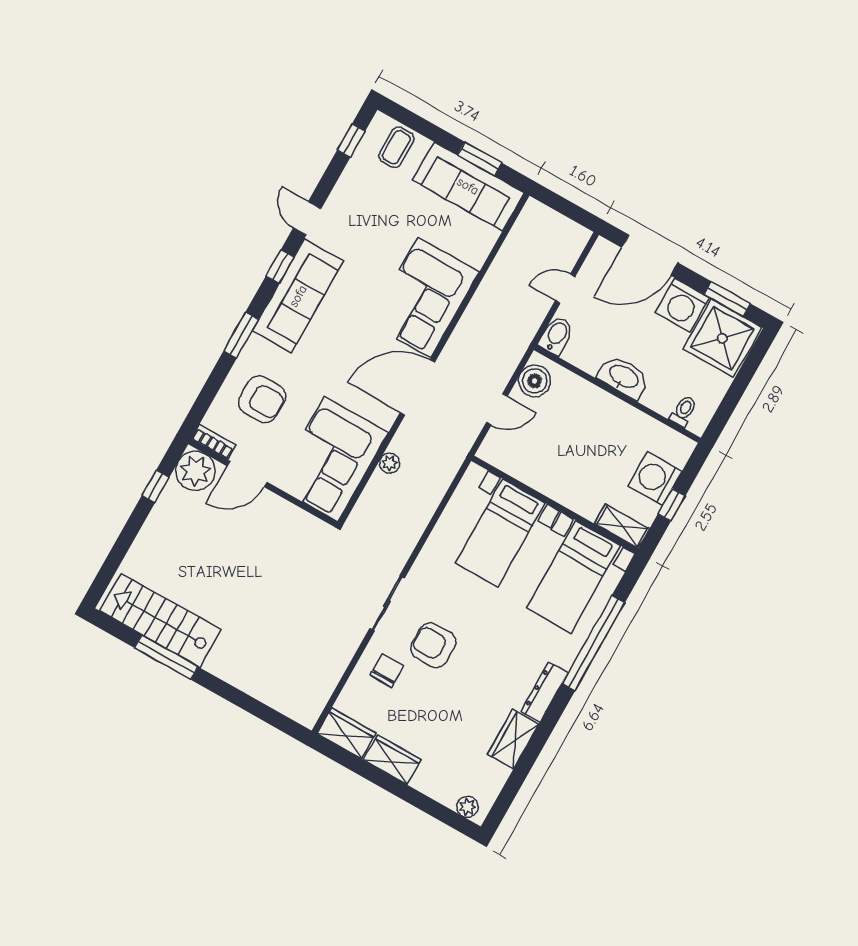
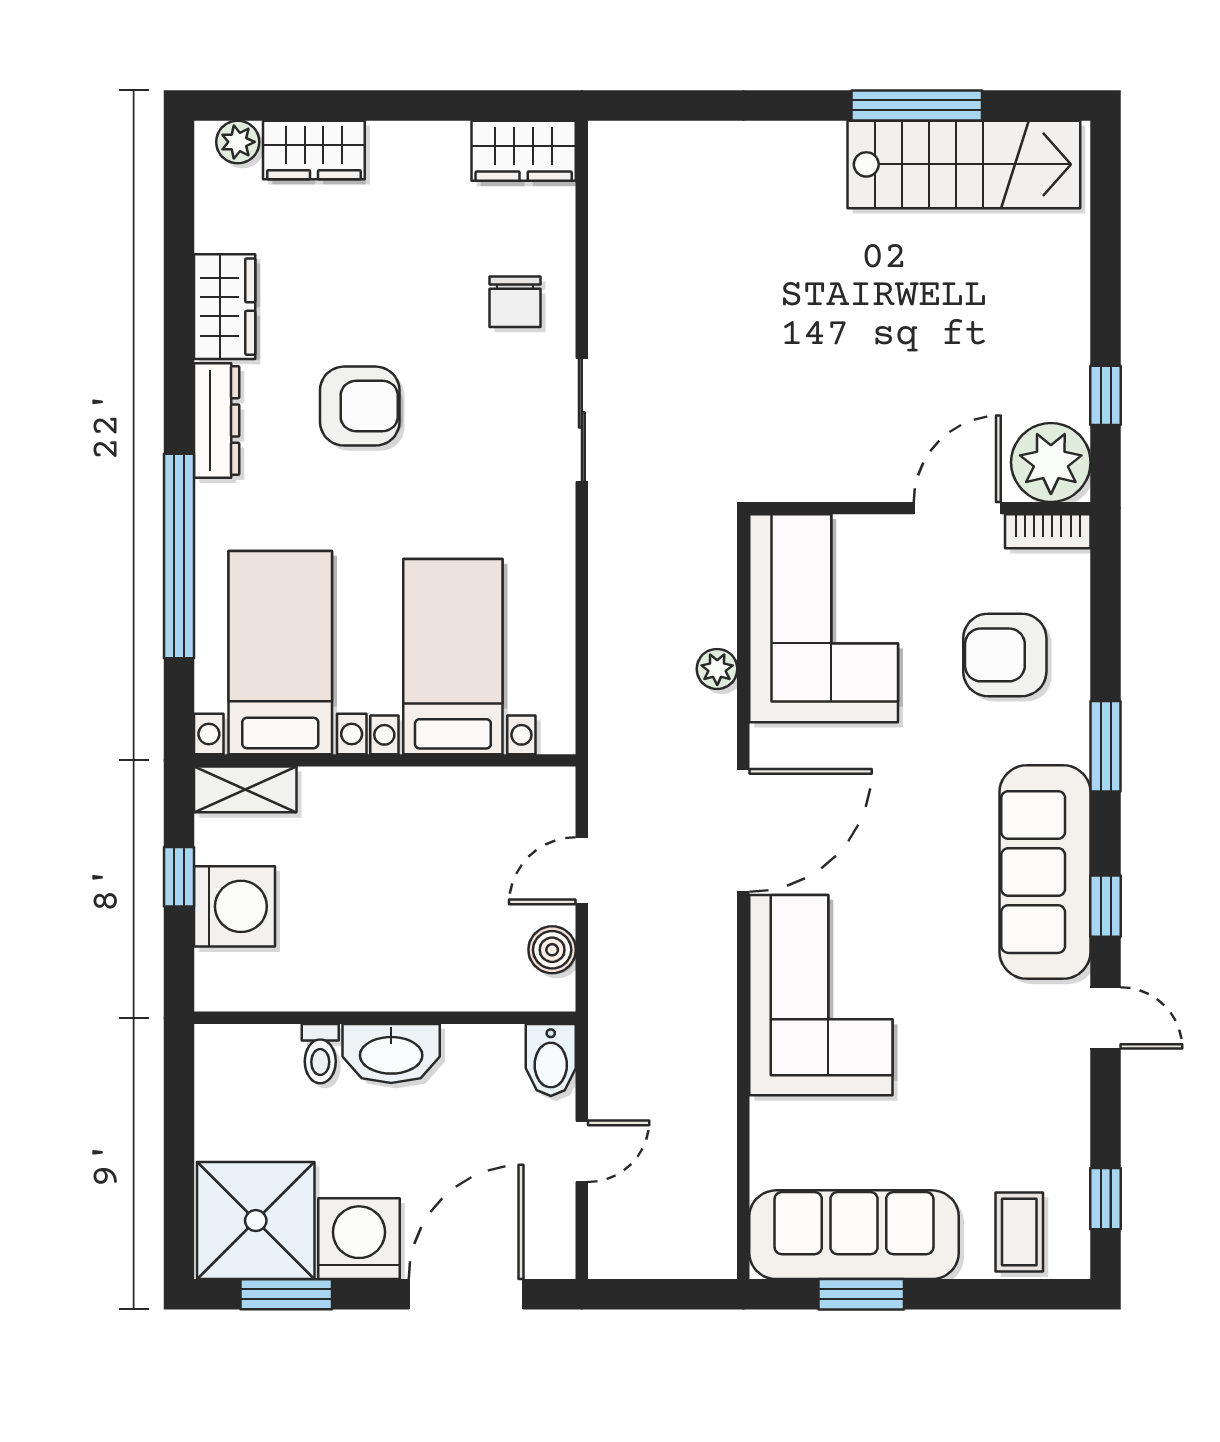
boiler: (535, 381) -> (552, 950), width x0.73, depth x0.73
toilet: (684, 411) -> (320, 1054), moved
armchair: (433, 645) -> (360, 406), moved
wardrobe: (392, 760) -> (314, 150), moved

